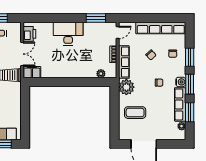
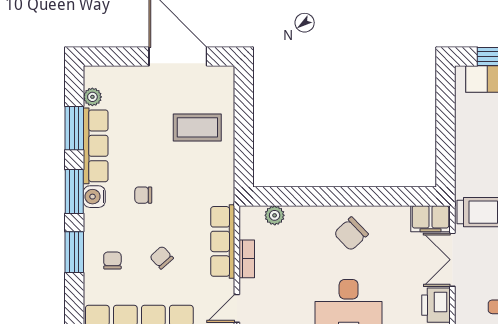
chair: (67, 65) -> (351, 234), added
plant: (126, 87) -> (217, 185), removed

